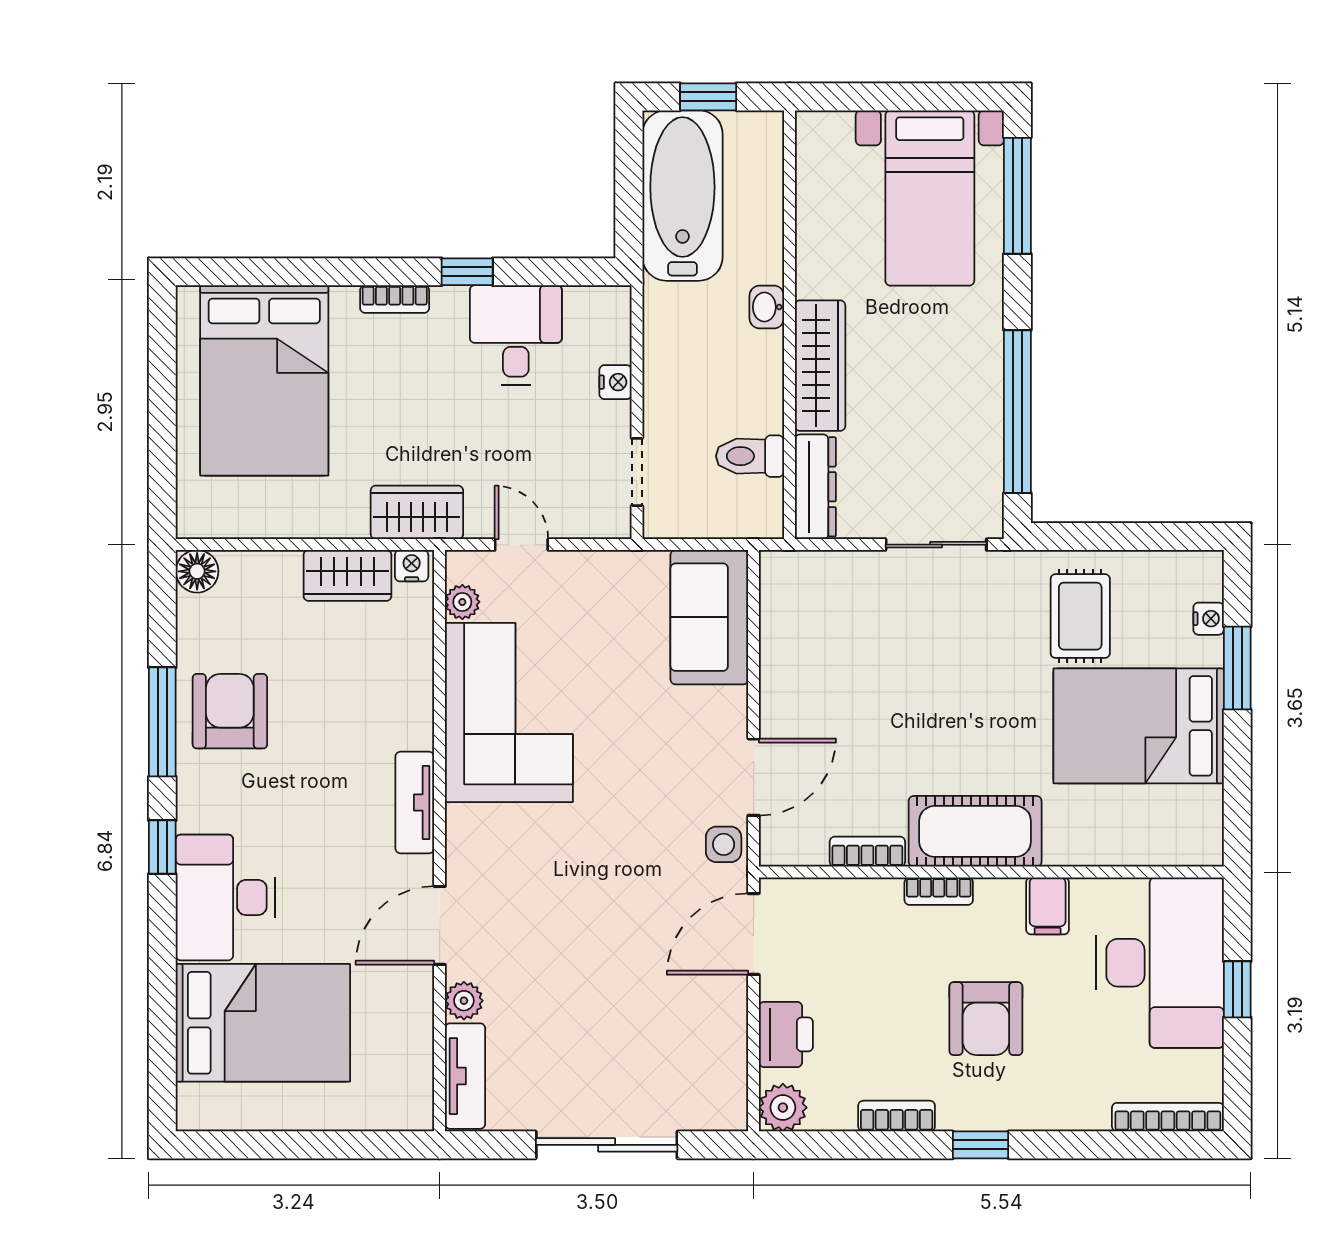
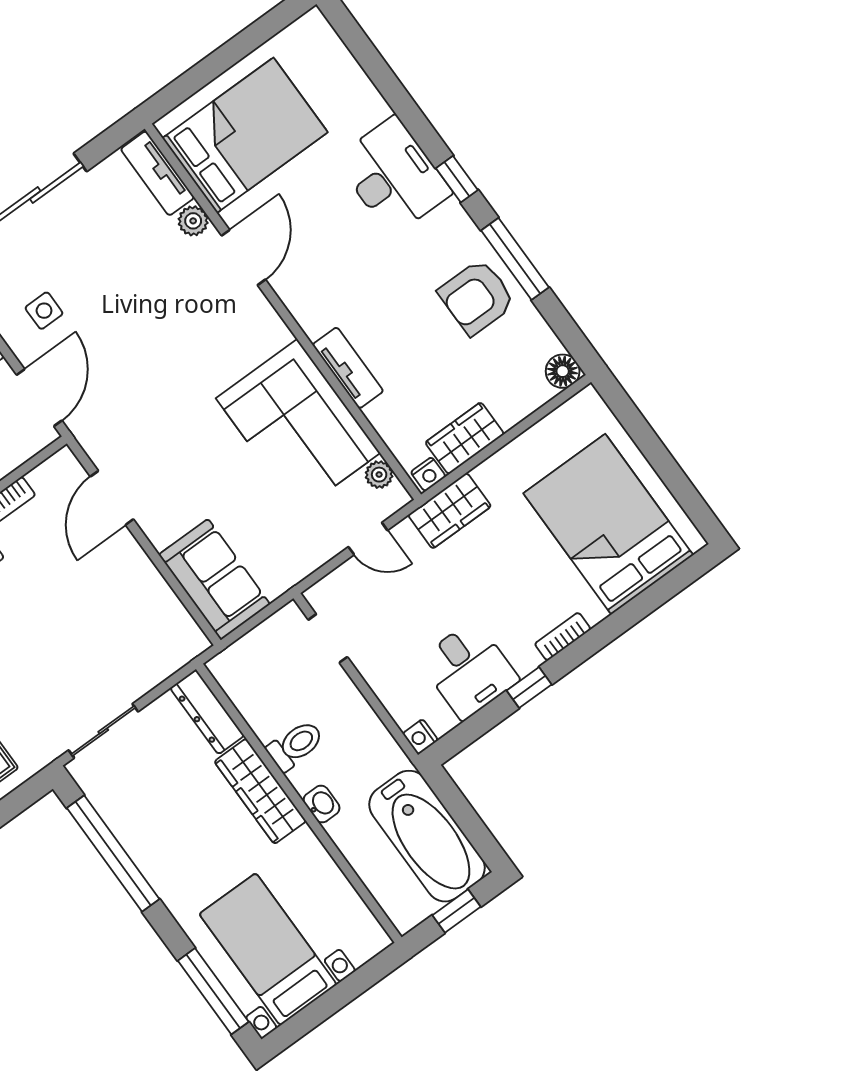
nightstand: (615, 382) -> (420, 737), moved
toilet: (750, 456) -> (295, 745), moved
armchair: (230, 711) -> (477, 297), turned 90
tv unit: (415, 802) -> (348, 368), moved
side table: (724, 844) -> (44, 311), moved
bed: (263, 1023) -> (245, 135), moved, turned 180

